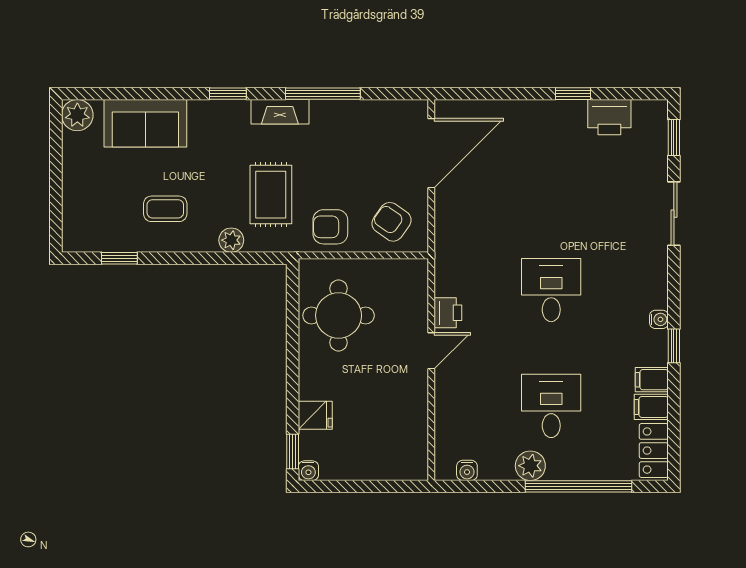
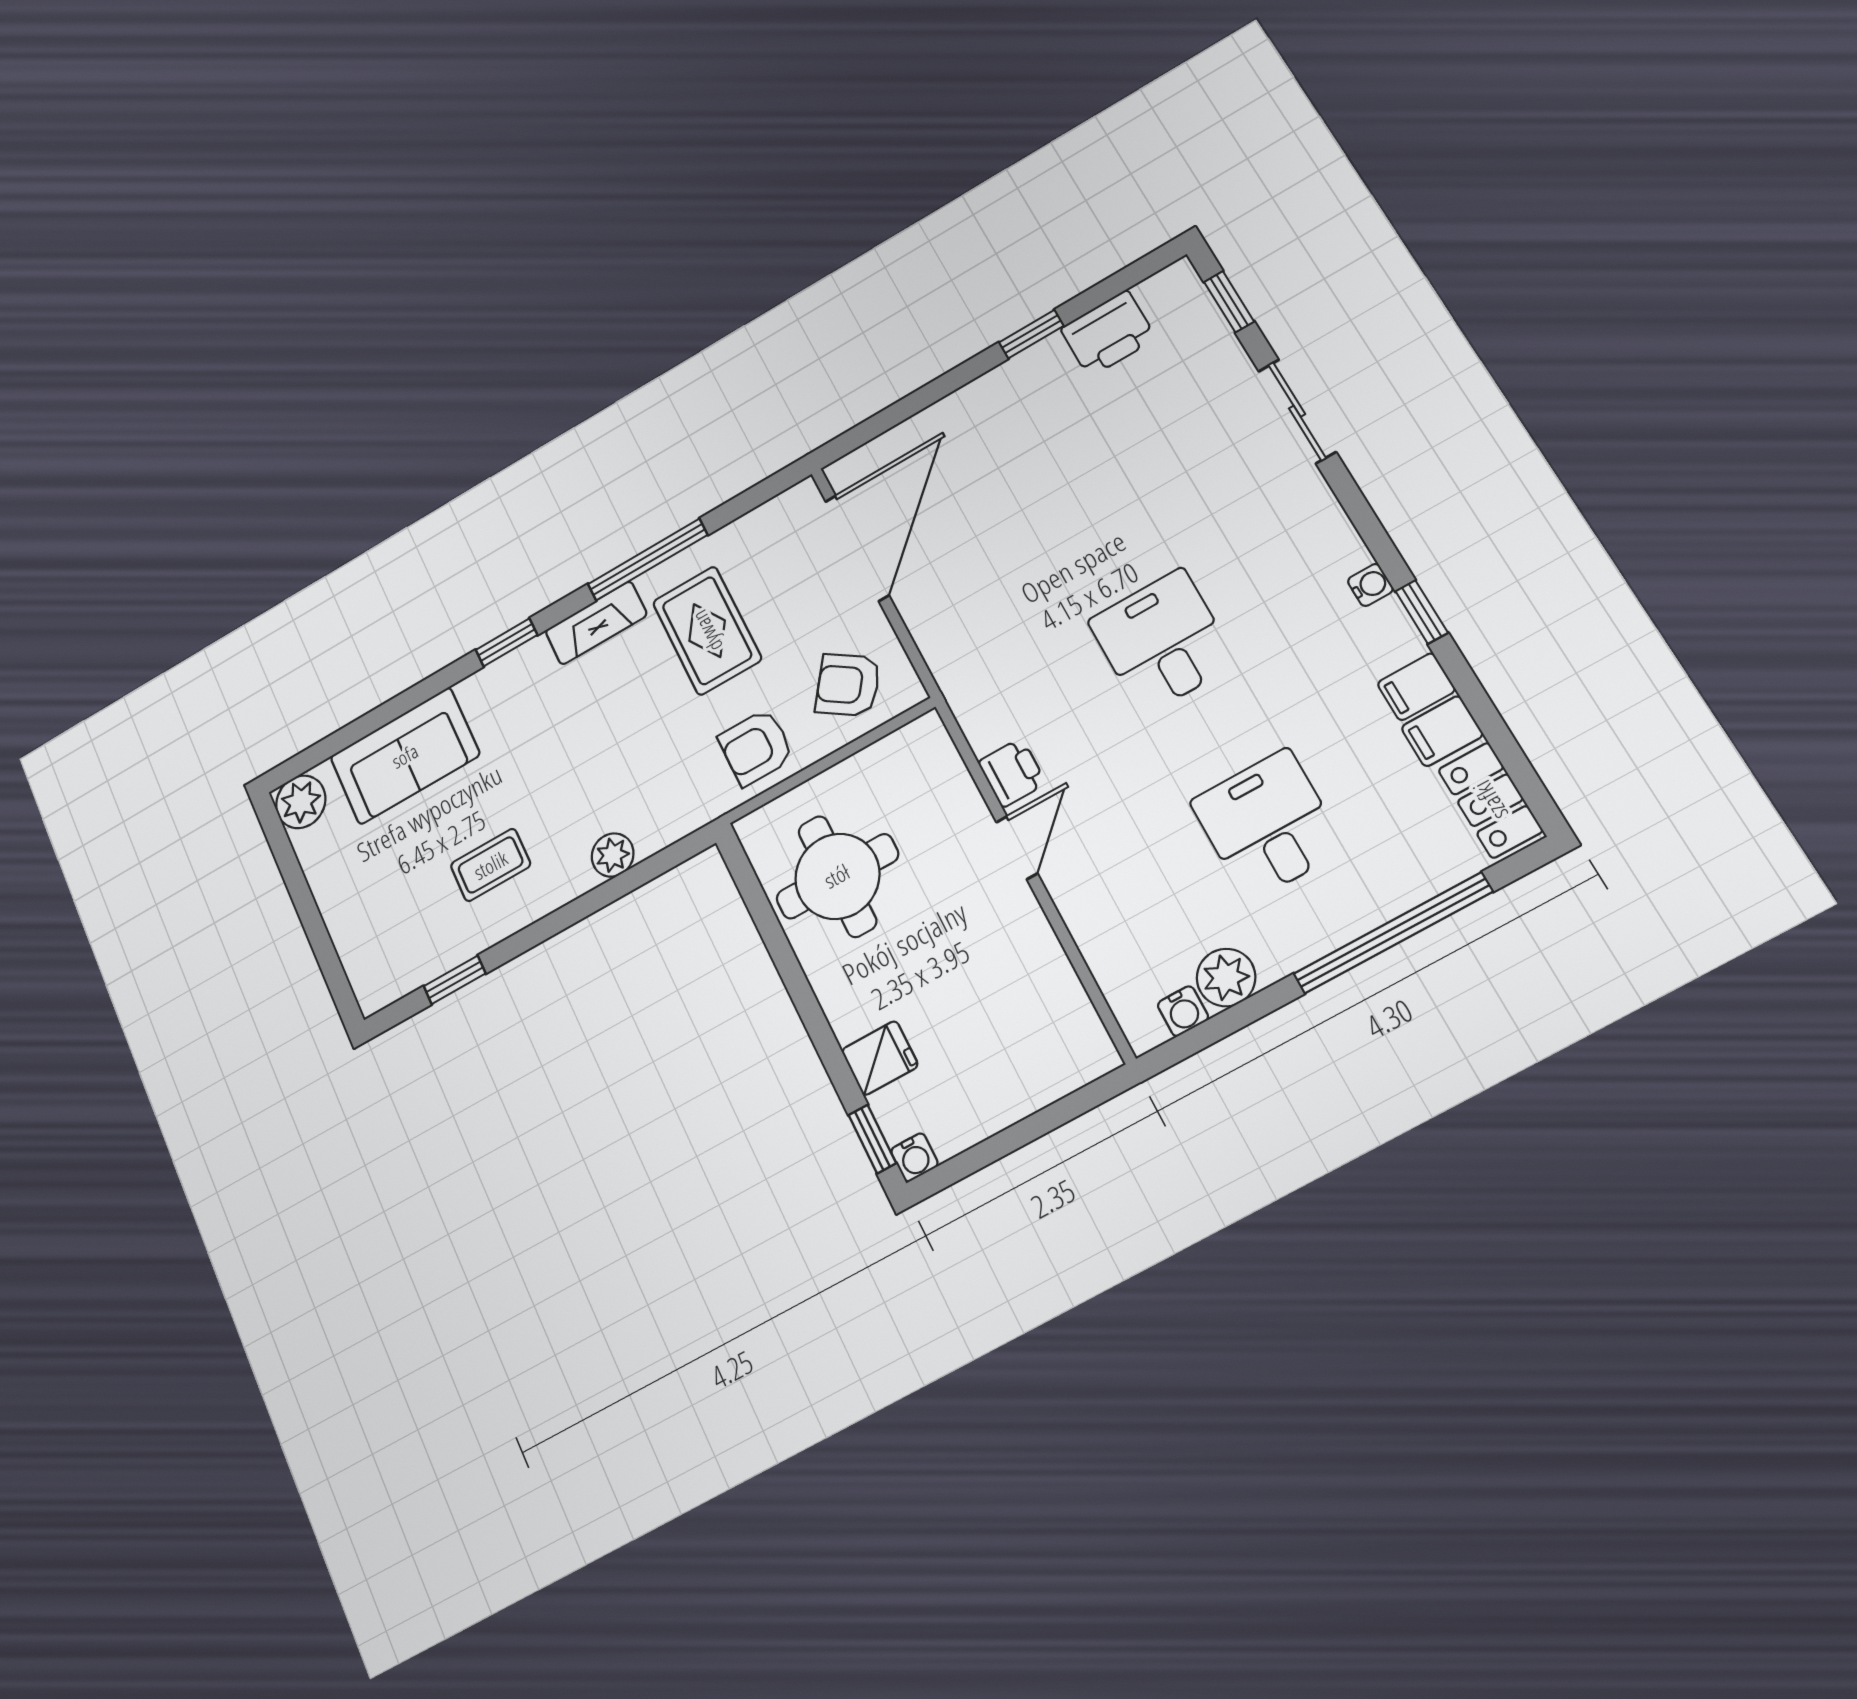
rug: (271, 195) -> (707, 631), moved
plant: (530, 466) -> (1226, 978), moved

